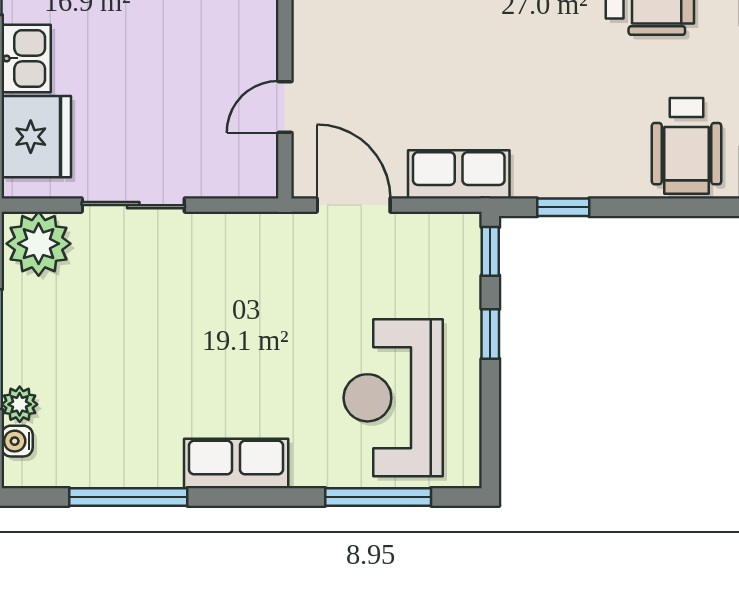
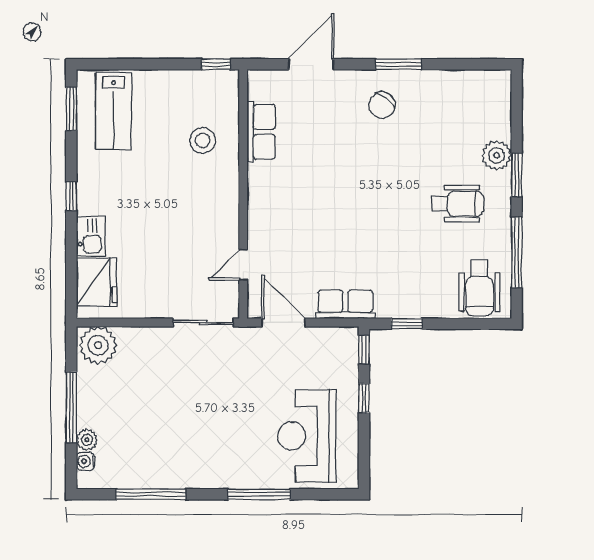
sliding door: (133, 205) -> (203, 322), moved
row of seats: (236, 463) -> (214, 475), removed
window: (378, 497) -> (259, 494), moved

